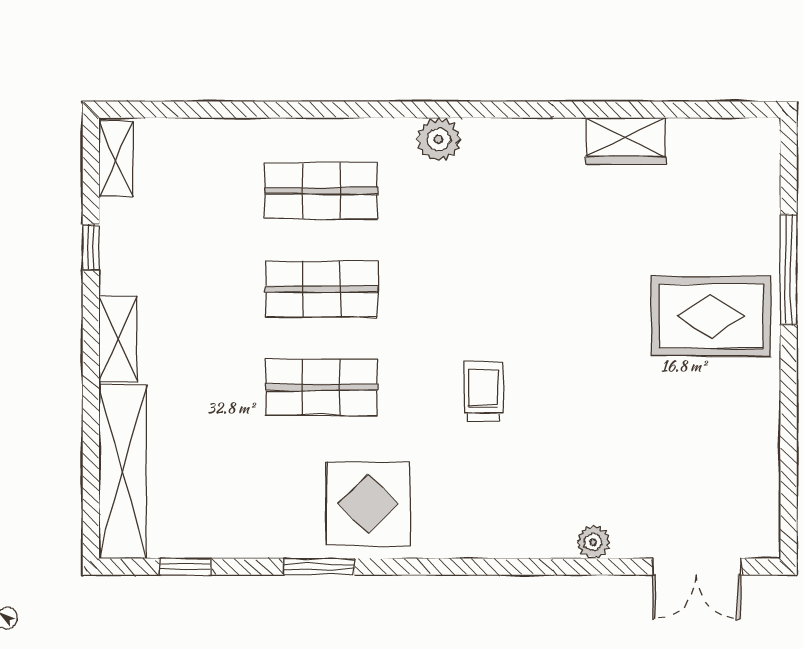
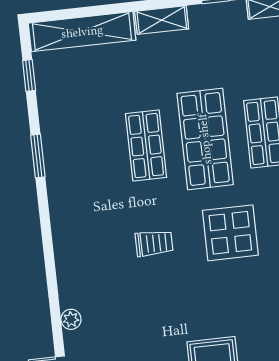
shop shelf: (321, 289) -> (205, 139), width x1.43, depth x1.36
display table: (368, 504) -> (230, 233), moved

